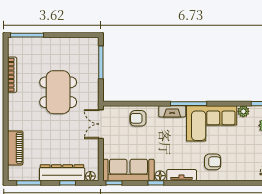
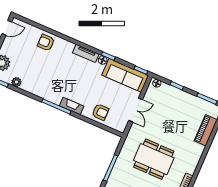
dining table: (58, 92) -> (154, 159), turned 90
corner sofa: (212, 123) -> (45, 83), removed
double door: (101, 124) -> (136, 110), moved
armchair: (213, 162) -> (46, 43), moved
dresser: (62, 173) -> (178, 95), removed

